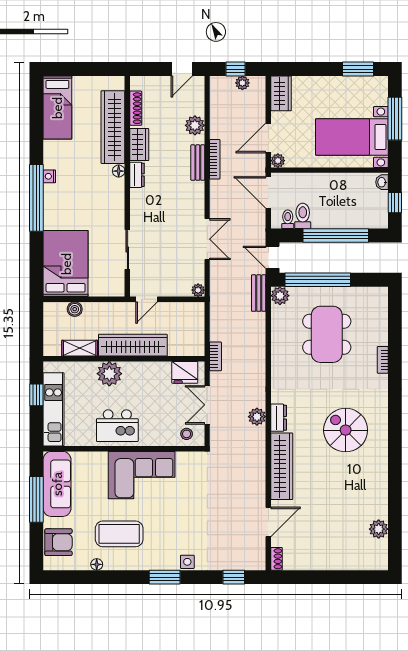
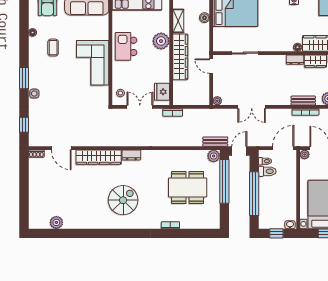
plant: (257, 417) -> (132, 140), removed
coffee table: (119, 534) -> (53, 48), width x0.54, depth x0.58

